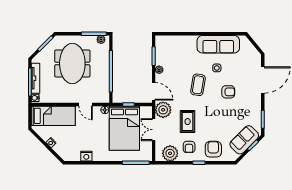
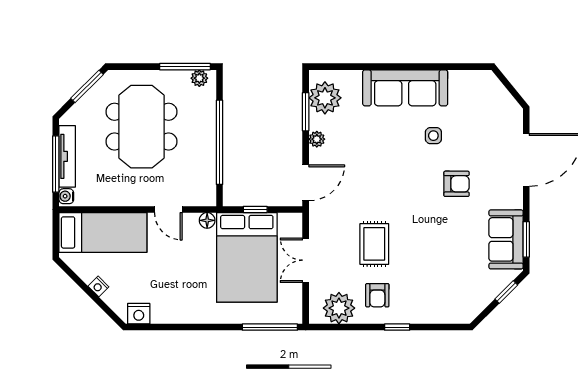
sofa: (218, 44) -> (405, 88), moved
coffee table: (198, 85) -> (395, 170), removed
door: (154, 91) -> (306, 183), hinge flipped
plant: (163, 110) -> (325, 98), moved
sofa: (244, 140) -> (506, 239), moved, turned -45
armchair: (213, 149) -> (426, 300), removed
nightstand: (86, 156) -> (139, 314), moved

